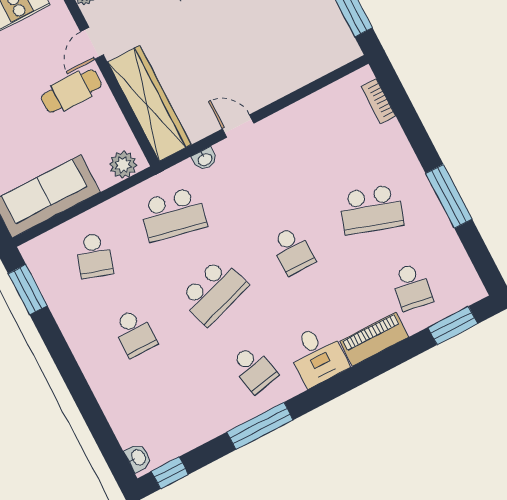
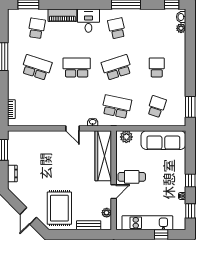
school desk: (292, 251) -> (77, 67), width x1.85
plant: (127, 435) -> (181, 28), added

